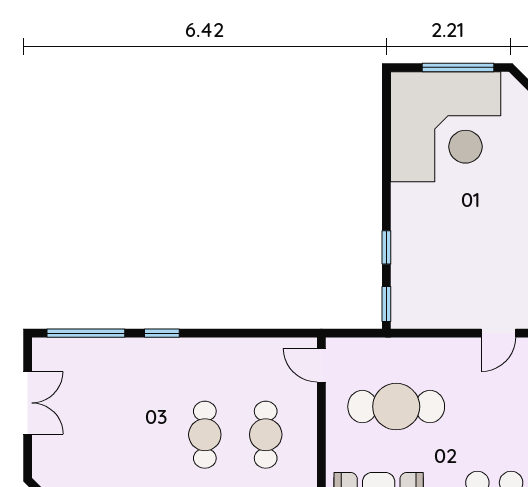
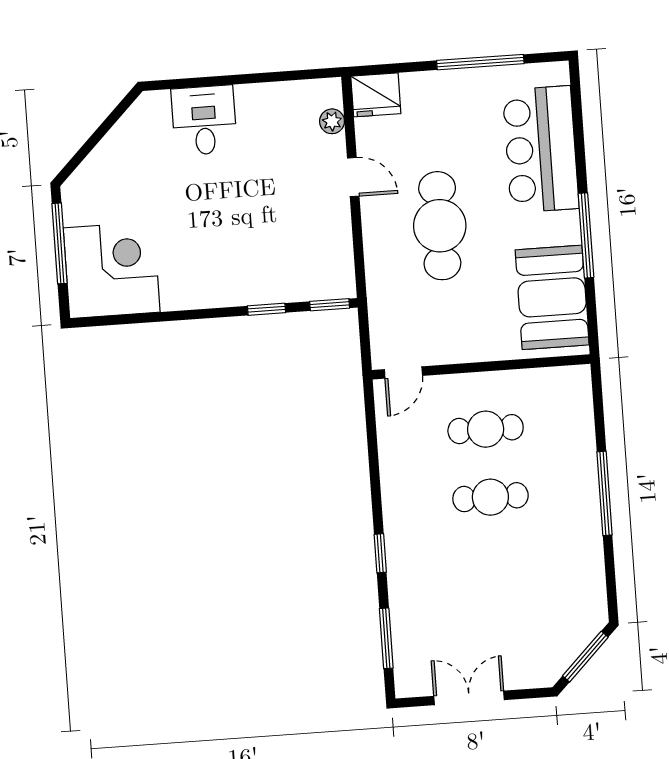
corner desk: (446, 127) -> (112, 270), width x0.74, depth x0.74
window: (86, 333) -> (386, 638), width x0.69
cafe table: (396, 407) -> (440, 226), moved

